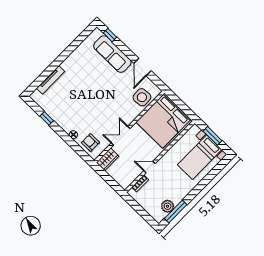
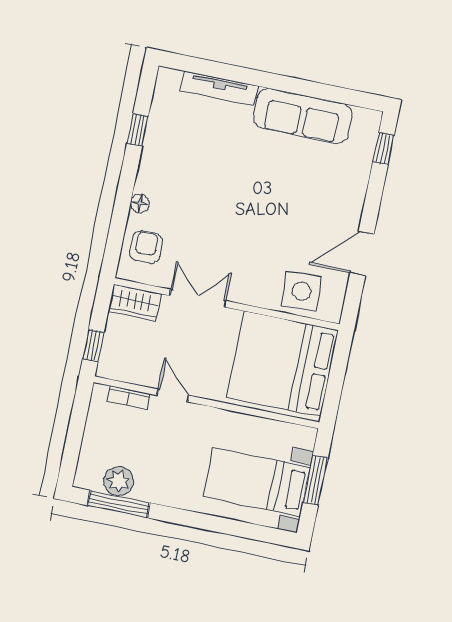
sofa: (112, 54) -> (303, 116), moved, turned -90
window: (113, 184) -> (93, 345), added

